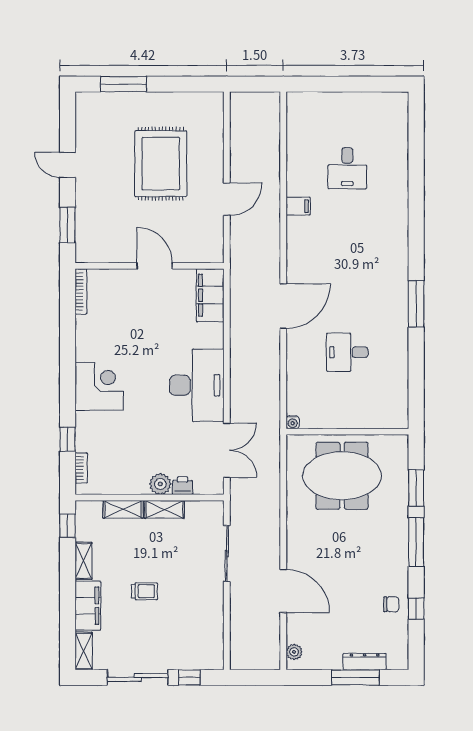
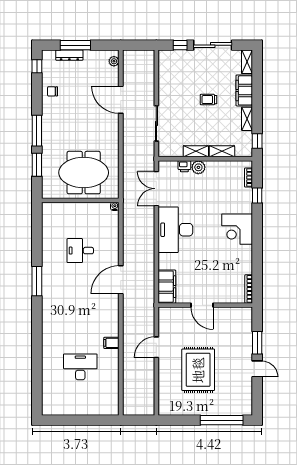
window: (124, 84) -> (222, 420), width x1.46
desk: (347, 168) -> (80, 367), width x1.37
window: (68, 225) -> (257, 343), moved
desk: (347, 352) -> (80, 251), turned 180
window: (416, 609) -> (37, 66), moved

